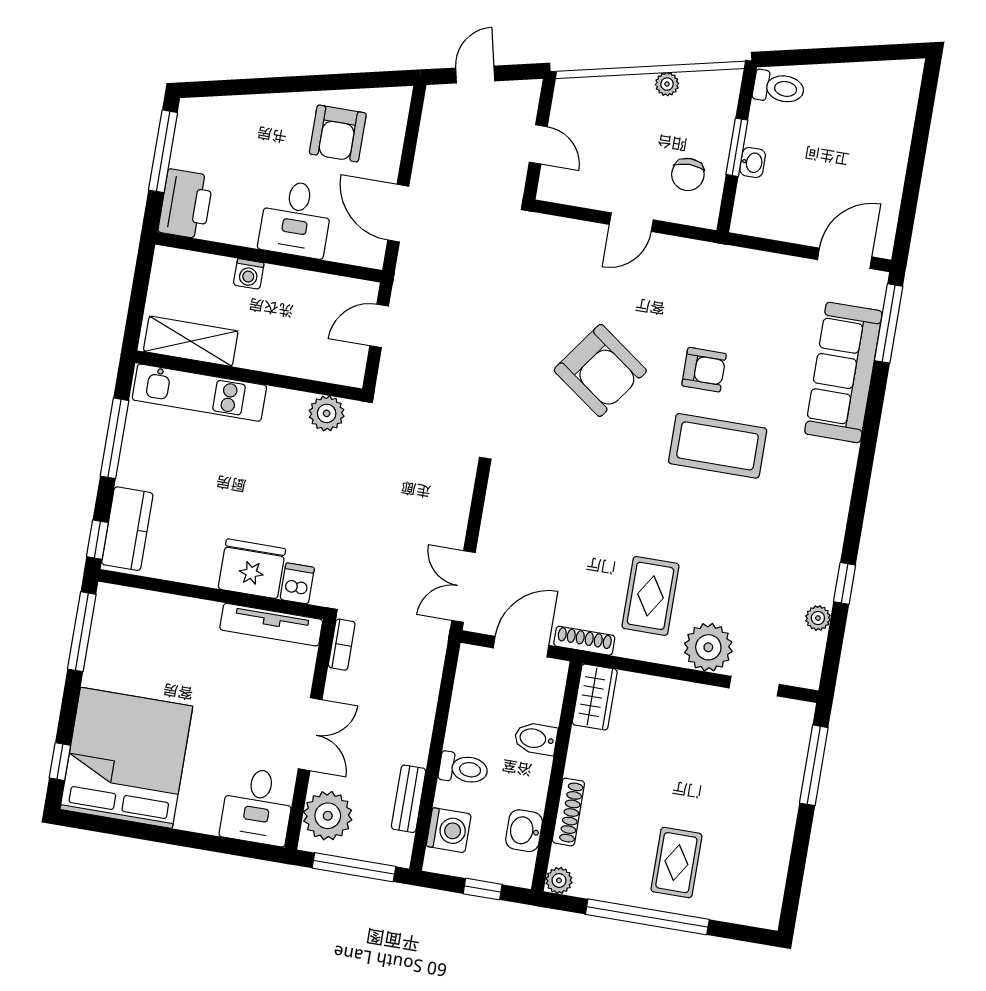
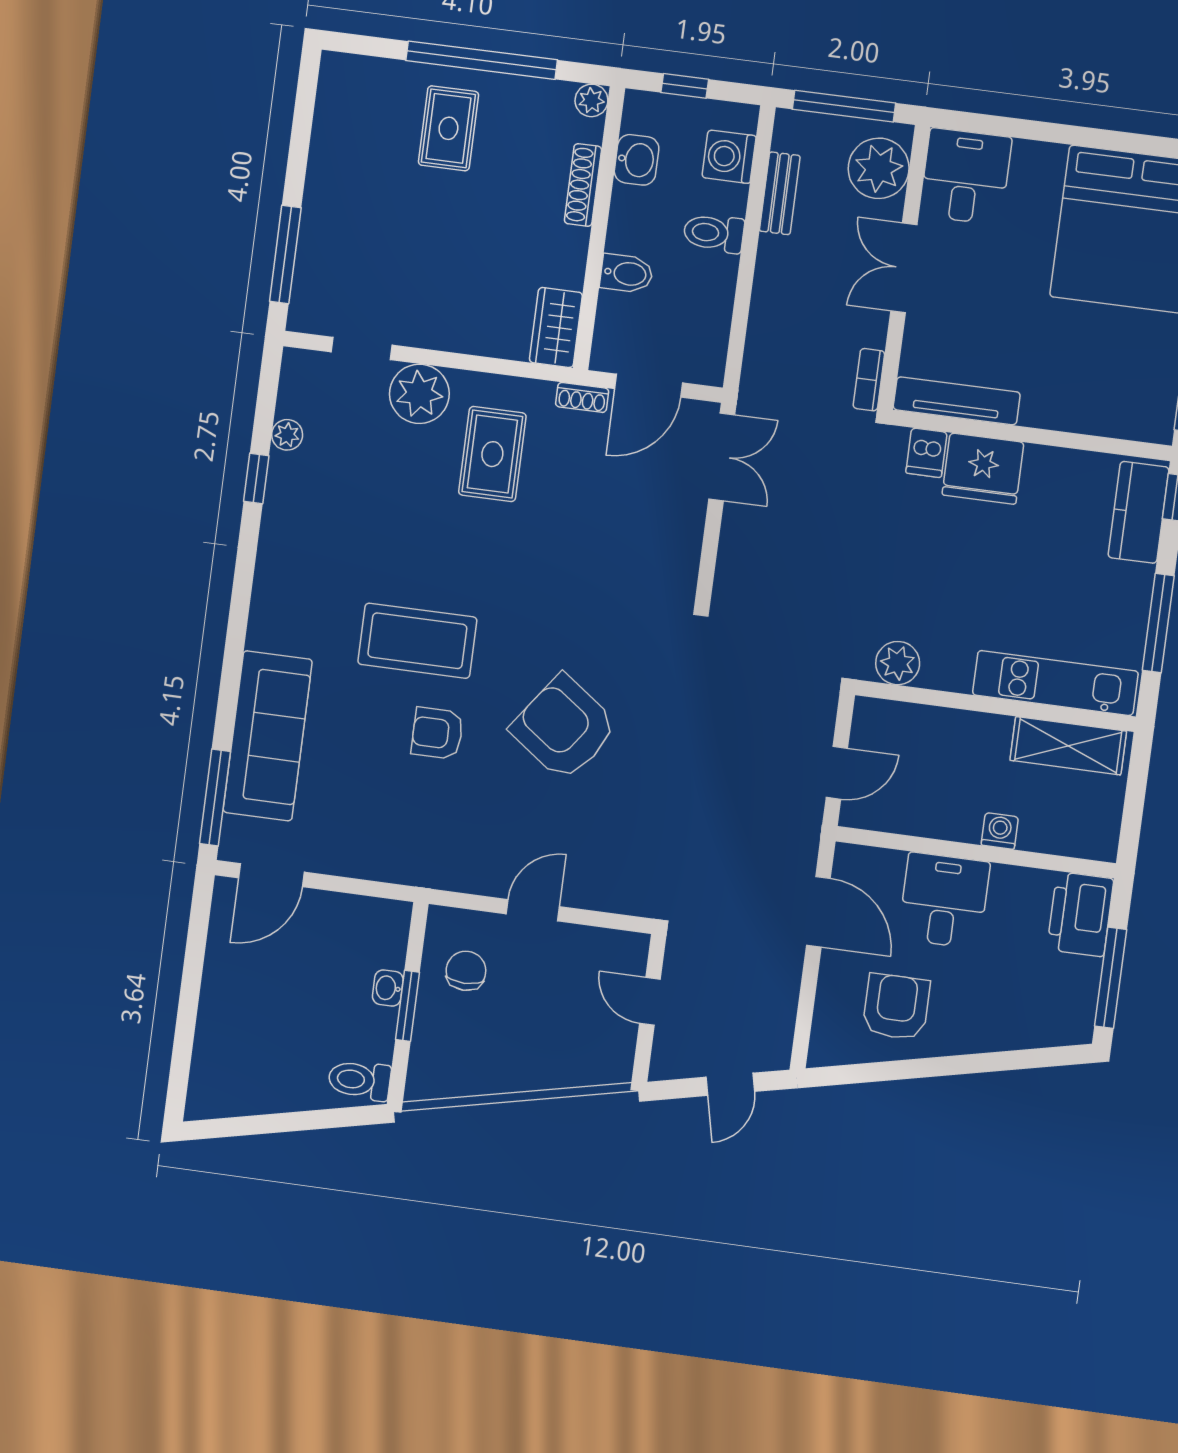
plant: (667, 84) -> (496, 1080), removed
shoe rack: (584, 641) -> (582, 397), width x0.70

